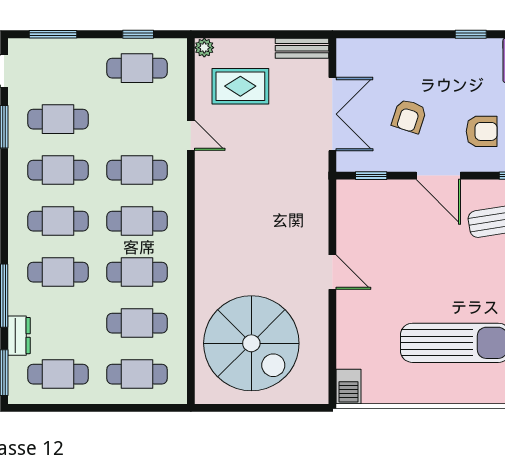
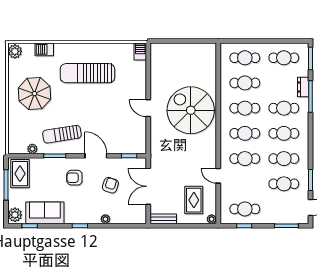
plant: (419, 48) -> (105, 219), added
rug: (240, 86) -> (194, 200), turned 90
dresser: (19, 336) -> (303, 87), moved
spiral stairs: (251, 343) -> (191, 110), moved

